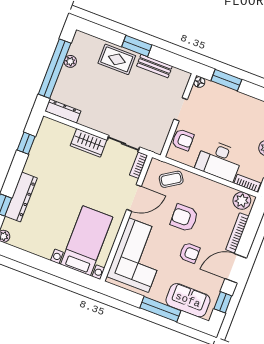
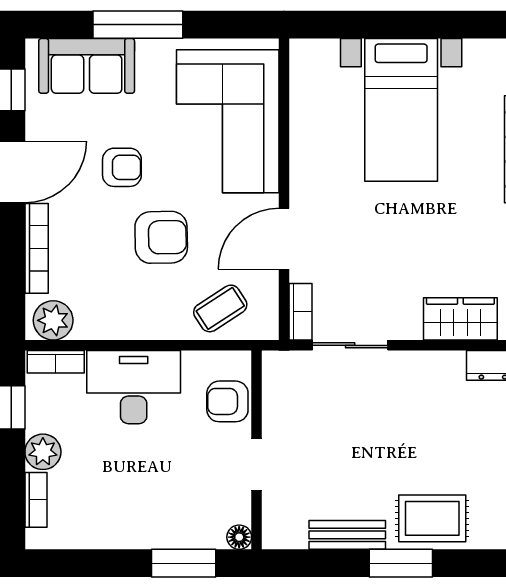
wardrobe: (89, 143) -> (460, 319), moved
bed with nightstands: (87, 241) -> (401, 110), moved
armchair: (189, 253) -> (122, 167), turned 180

